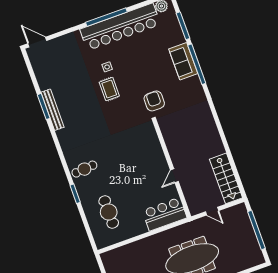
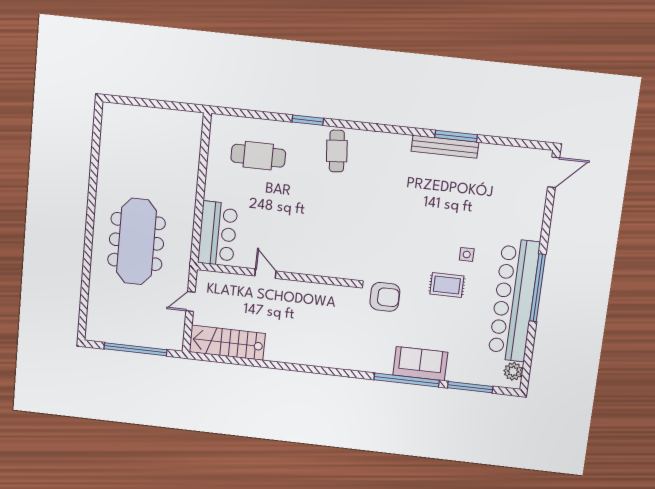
rug: (109, 89) -> (447, 285), moved

